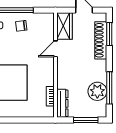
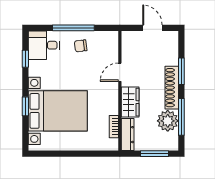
wardrobe: (65, 26) -> (130, 102), moved
window: (109, 34) -> (181, 71), moved
shoe rack: (101, 40) -> (172, 88), moved

